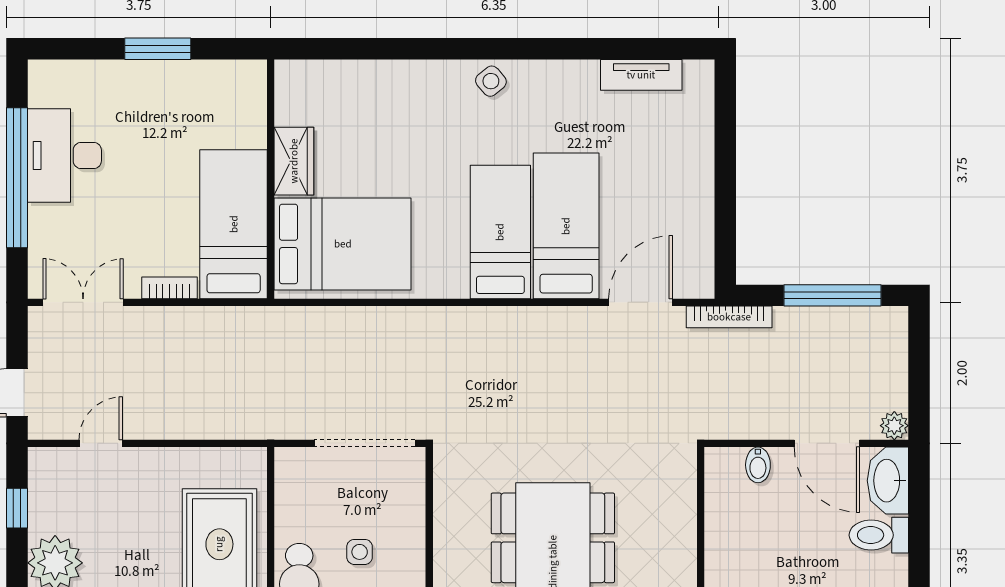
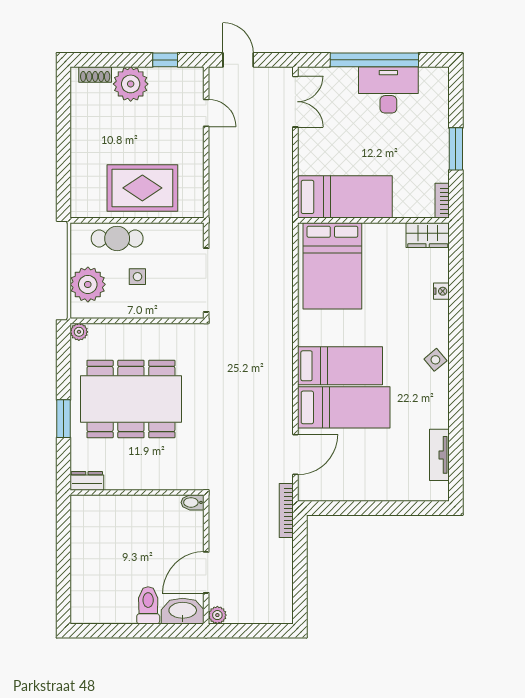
nightstand: (382, 72) -> (441, 291), added
wardrobe: (294, 161) -> (428, 235), moved
bookcase: (169, 288) -> (442, 201), moved, turned 180
window: (832, 295) -> (300, 576), removed
door: (641, 302) -> (295, 455), hinge flipped
bidet: (758, 465) -> (193, 502), moved

